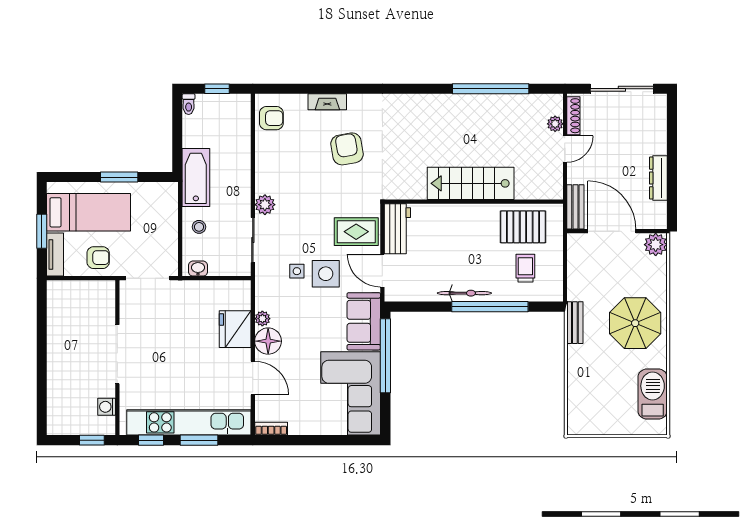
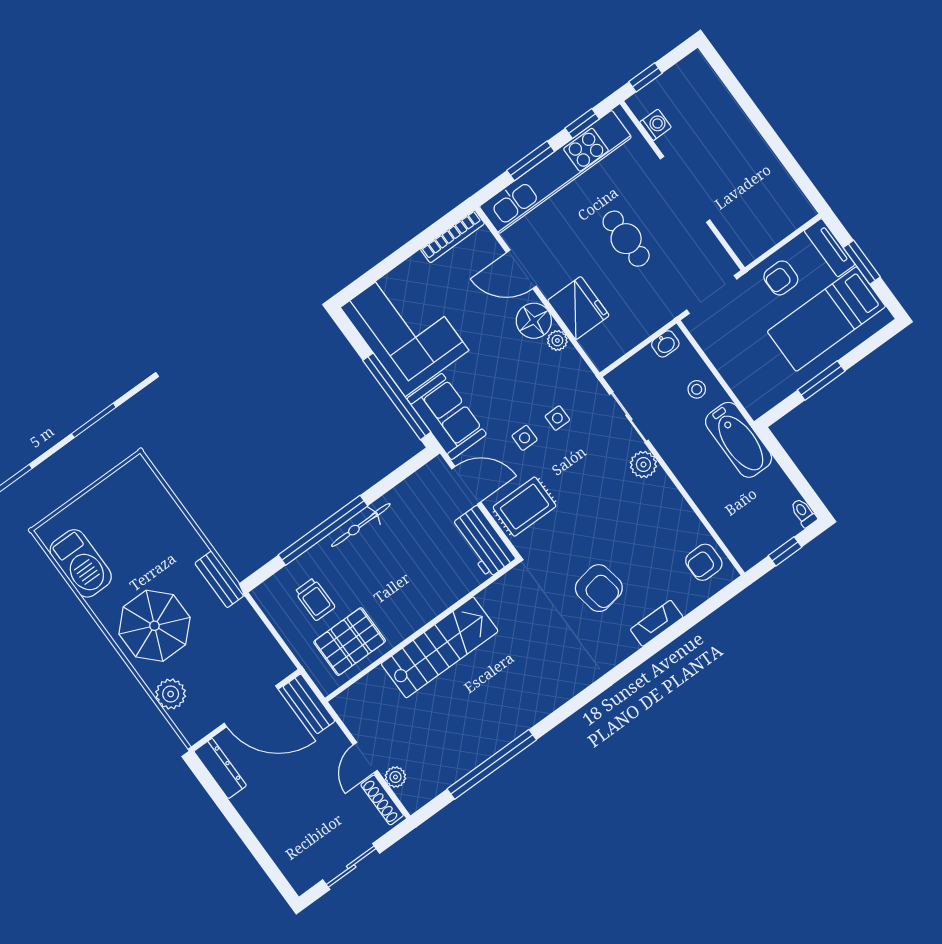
sliding door: (622, 89) -> (351, 867), width x0.73
dresser: (658, 178) -> (220, 768), moved
plant: (656, 245) -> (171, 694), moved
side table: (326, 274) -> (525, 438), width x0.54, depth x0.54
cafe table: (175, 350) -> (626, 239), added
bookcase: (271, 429) -> (452, 236), width x1.56

